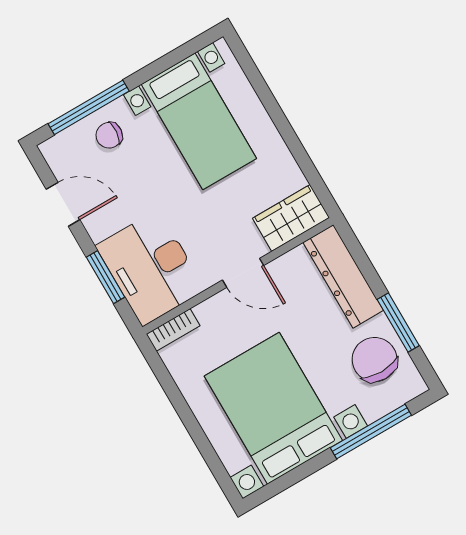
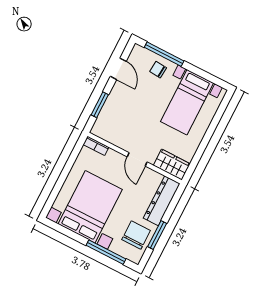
desk: (151, 268) -> (115, 121), removed

